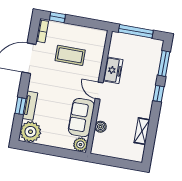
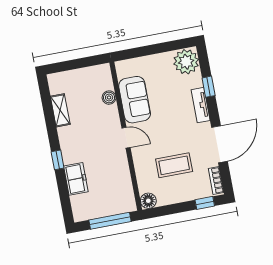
floor lamp: (100, 36) -> (148, 201), added
window: (164, 63) -> (64, 196), removed
freezer: (113, 70) -> (76, 179), moved, turned 180
tv unit: (30, 106) -> (201, 105), moved
plant: (80, 145) -> (124, 69), removed

